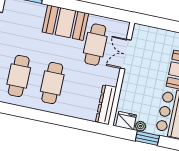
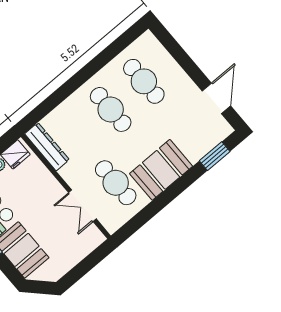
double door: (126, 54) -> (82, 206), swing flipped

